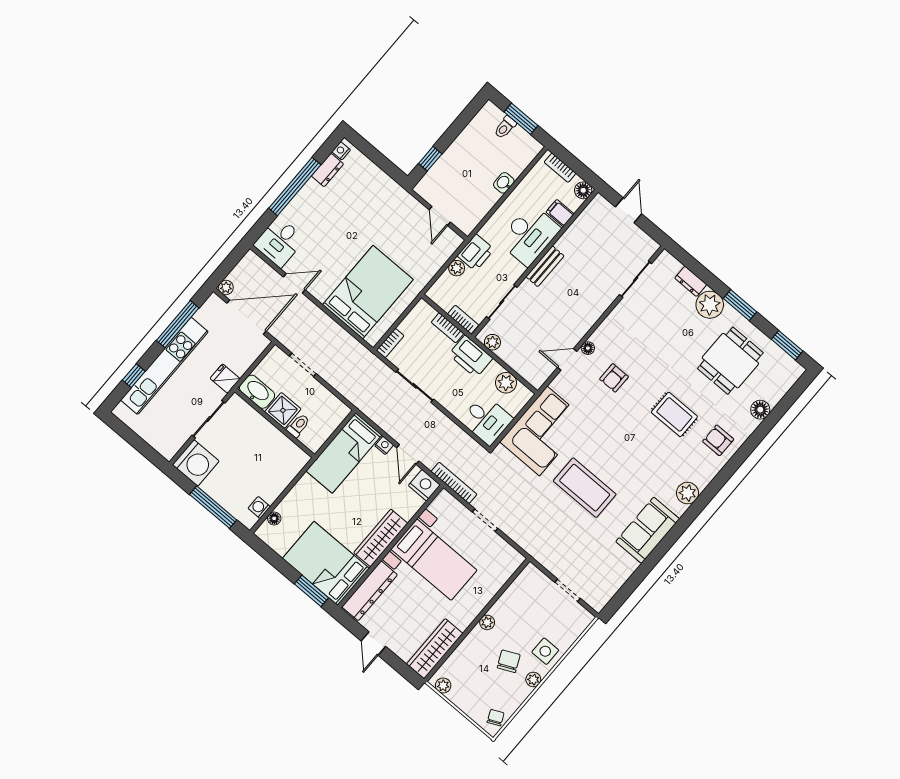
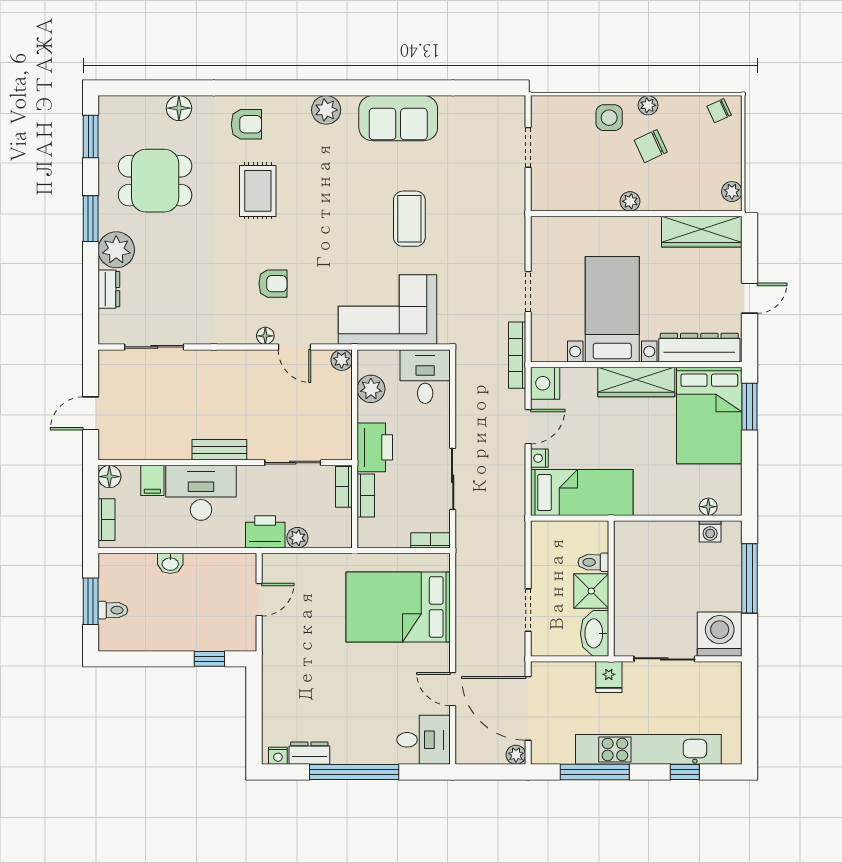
plant: (492, 342) -> (342, 360), moved
armchair: (718, 440) -> (246, 124), turned -90
coffee table: (585, 488) -> (409, 219), width x0.73, depth x0.76

